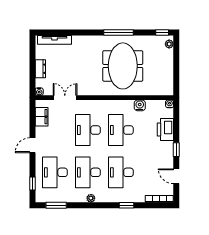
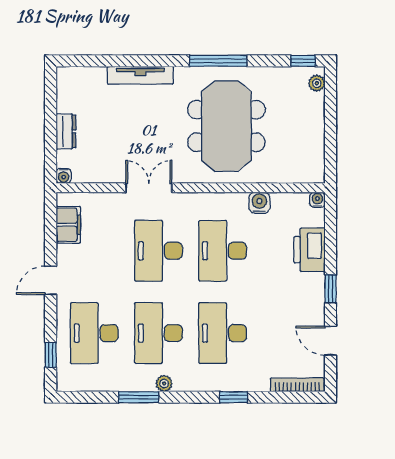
tv unit: (55, 40) -> (140, 75), moved
double door: (65, 98) -> (149, 188), moved
window: (56, 205) -> (139, 397), moved

